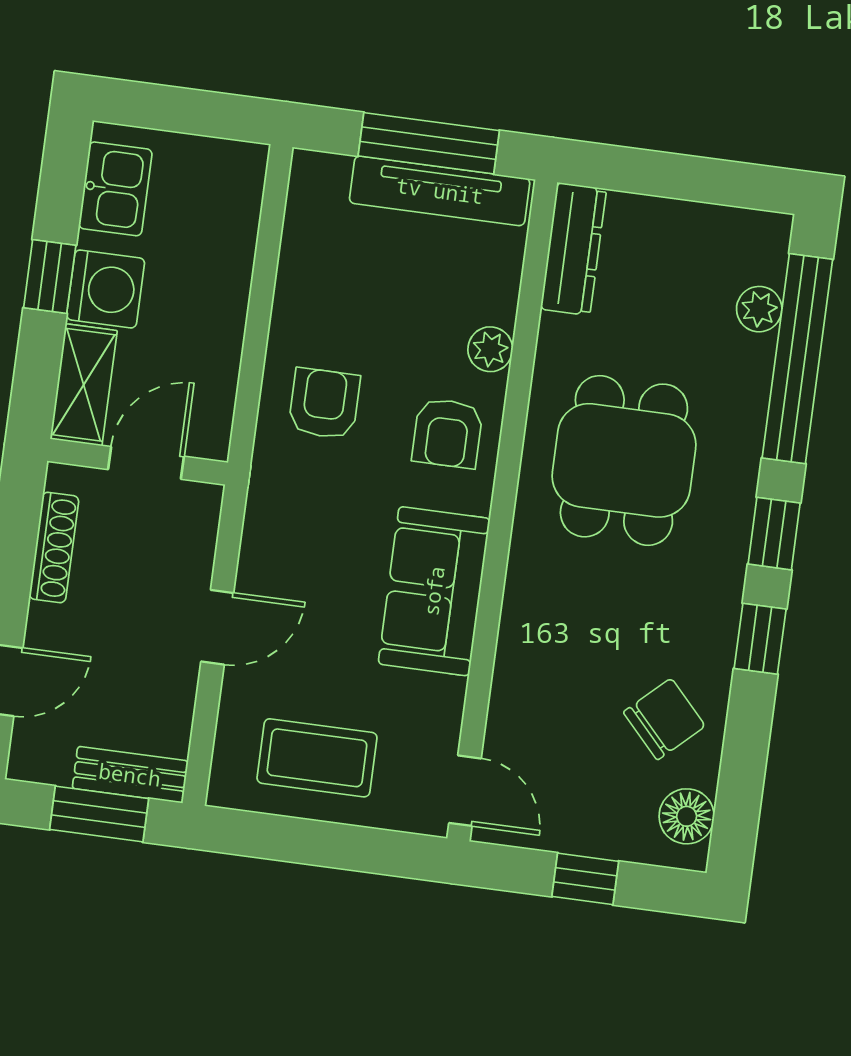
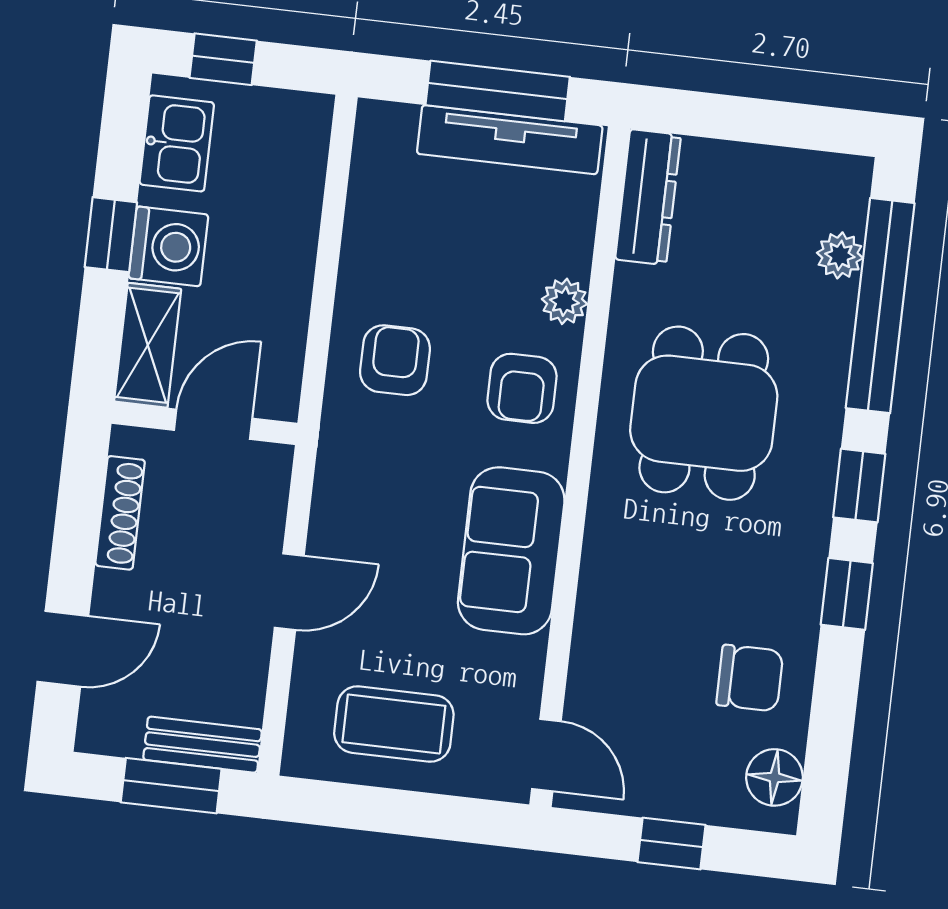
window: (162, 108) -> (223, 59), added
chair: (664, 719) -> (750, 678), turned 43

